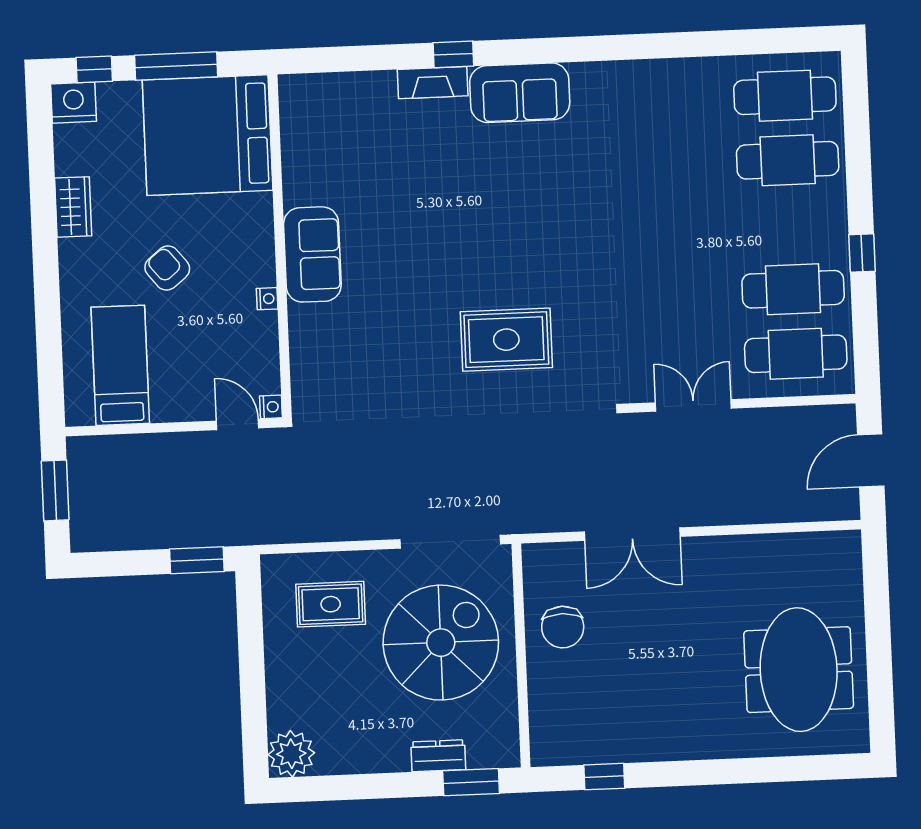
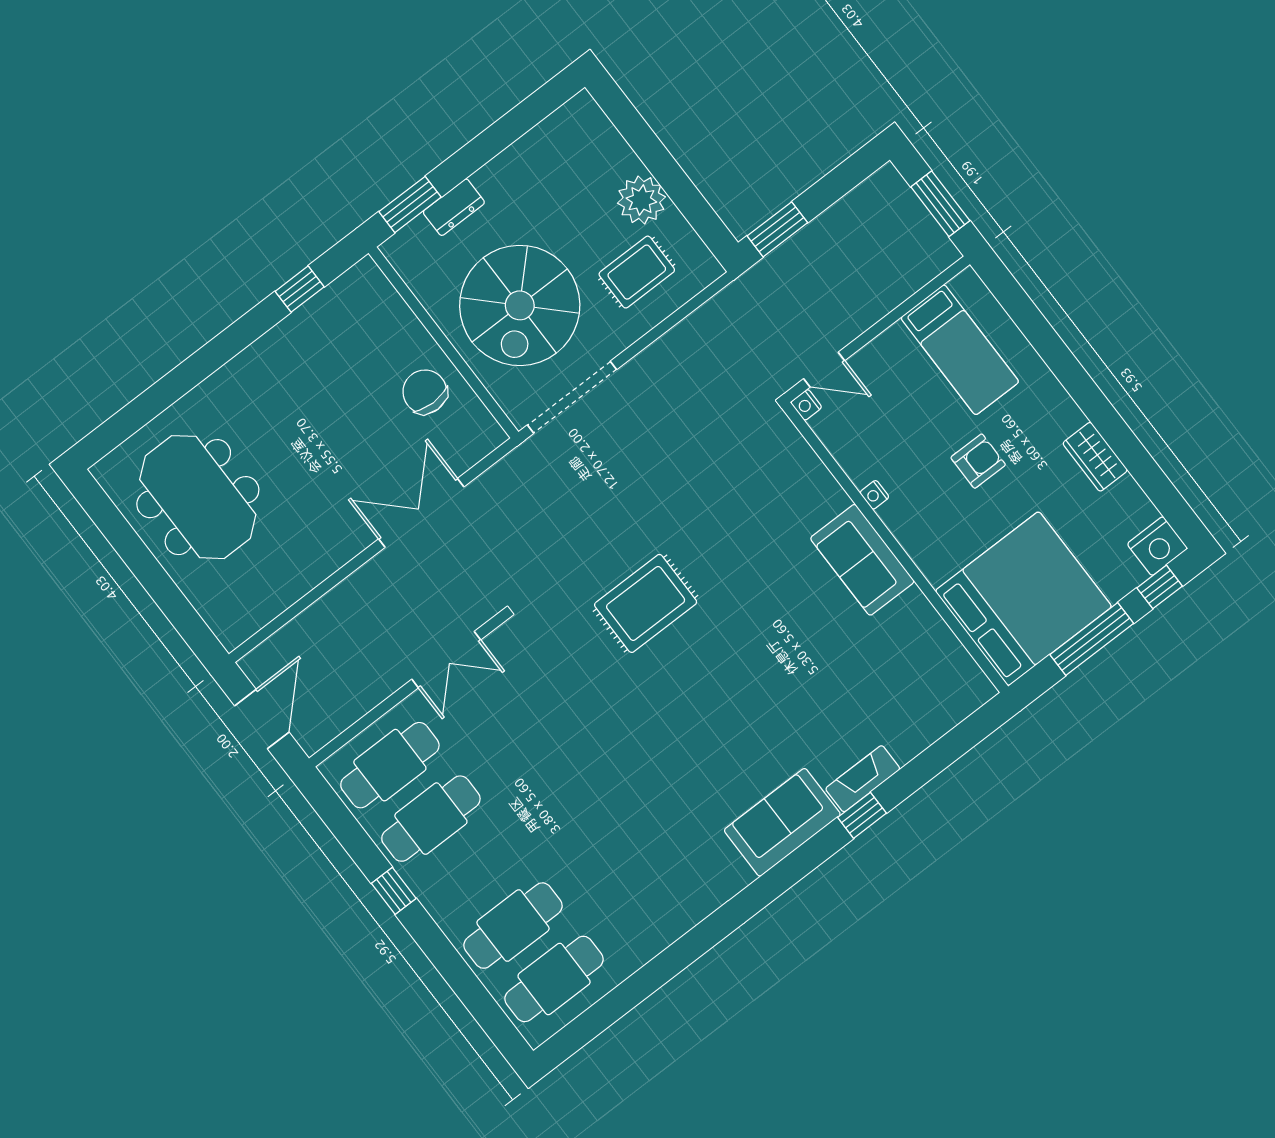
armchair: (167, 268) -> (978, 461), turned -51
plant: (291, 754) -> (641, 200), moved

